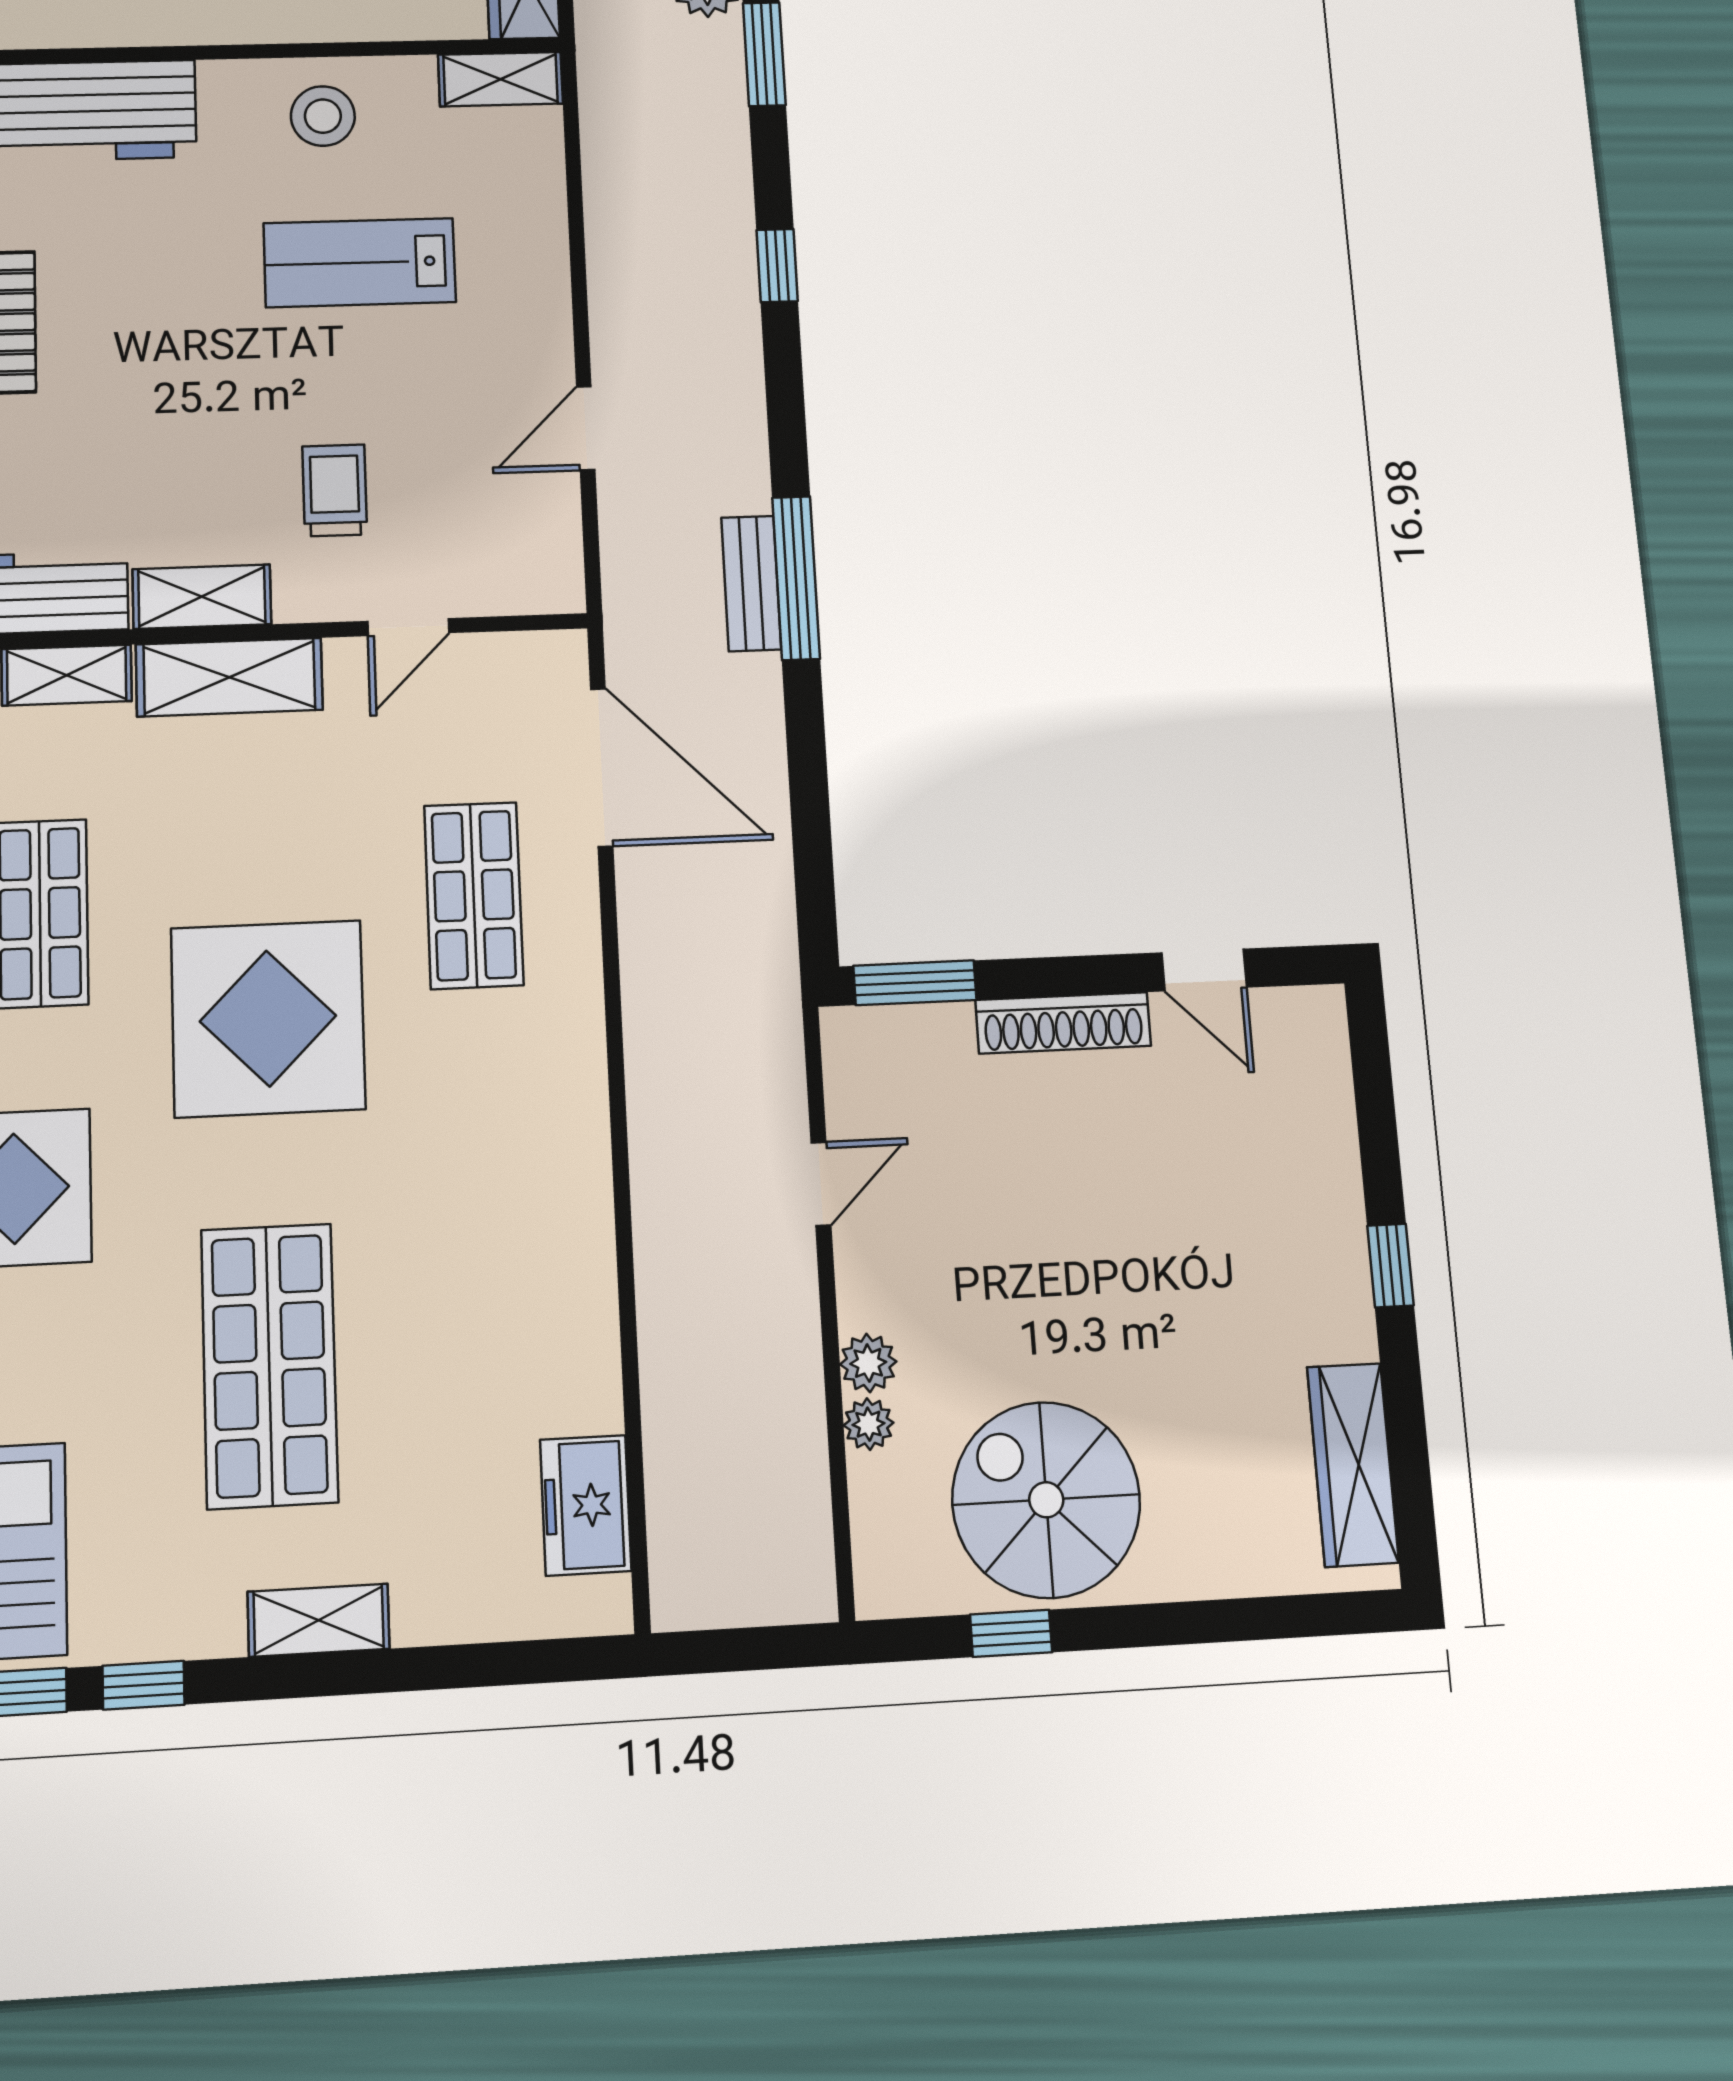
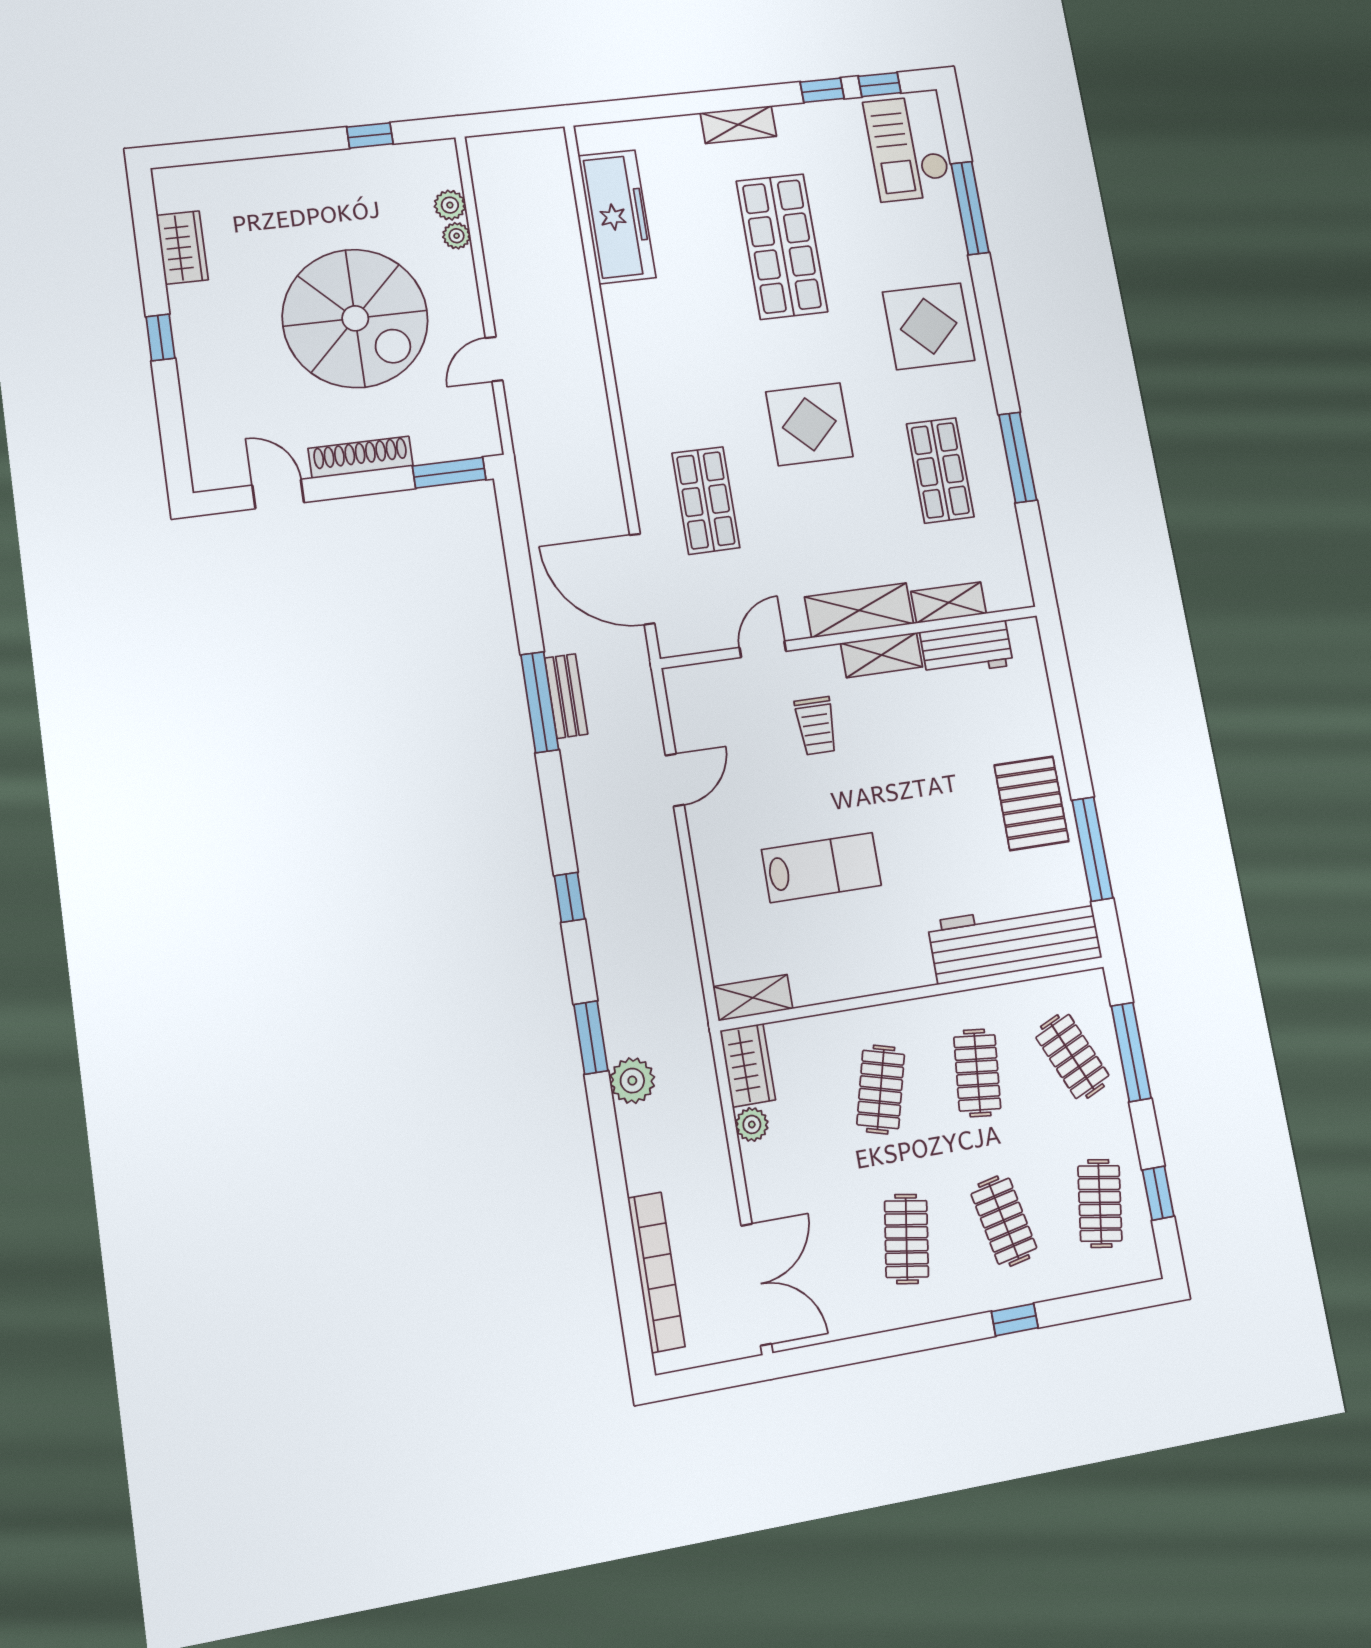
stool: (323, 116) -> (857, 959), removed
display table: (268, 1018) -> (809, 424), width x0.73, depth x0.73
plant: (868, 1363) -> (450, 205), moved
wardrobe: (1353, 1465) -> (182, 248), width x0.67
spiral stairs: (1046, 1500) -> (355, 318), moved, width x1.37, depth x1.37
freezer: (586, 1505) -> (617, 217), width x1.91, depth x1.26

